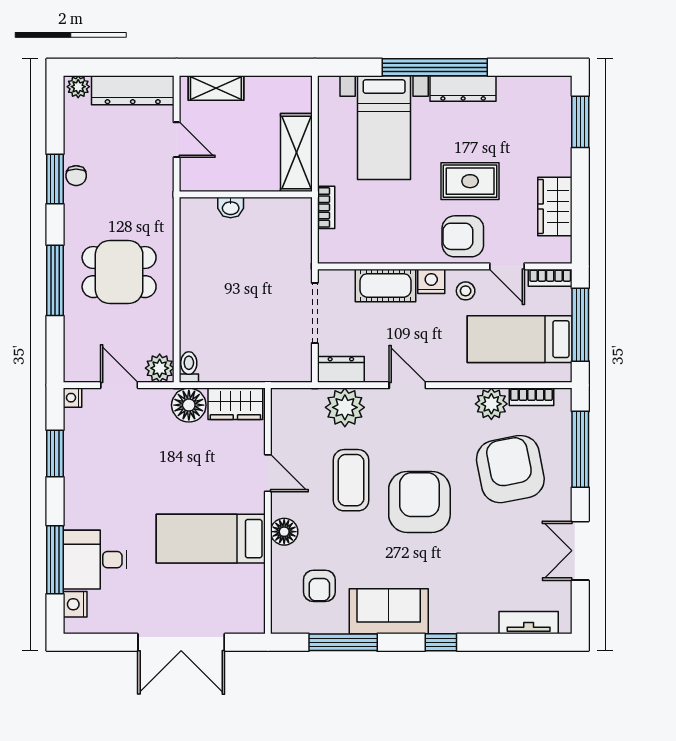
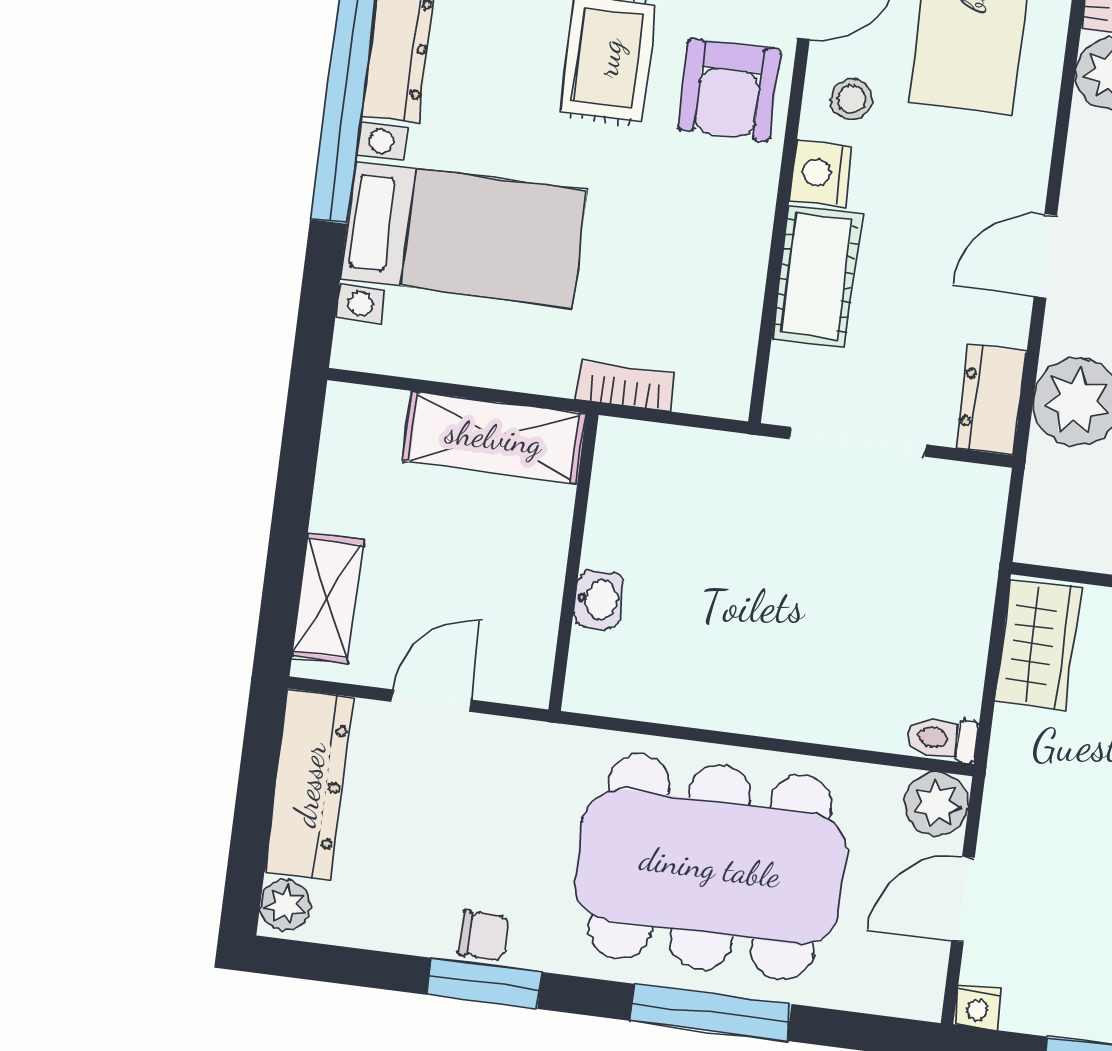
dining table: (119, 272) -> (710, 867), width x1.88, depth x1.24
floor lamp: (189, 405) -> (1027, 749), removed

